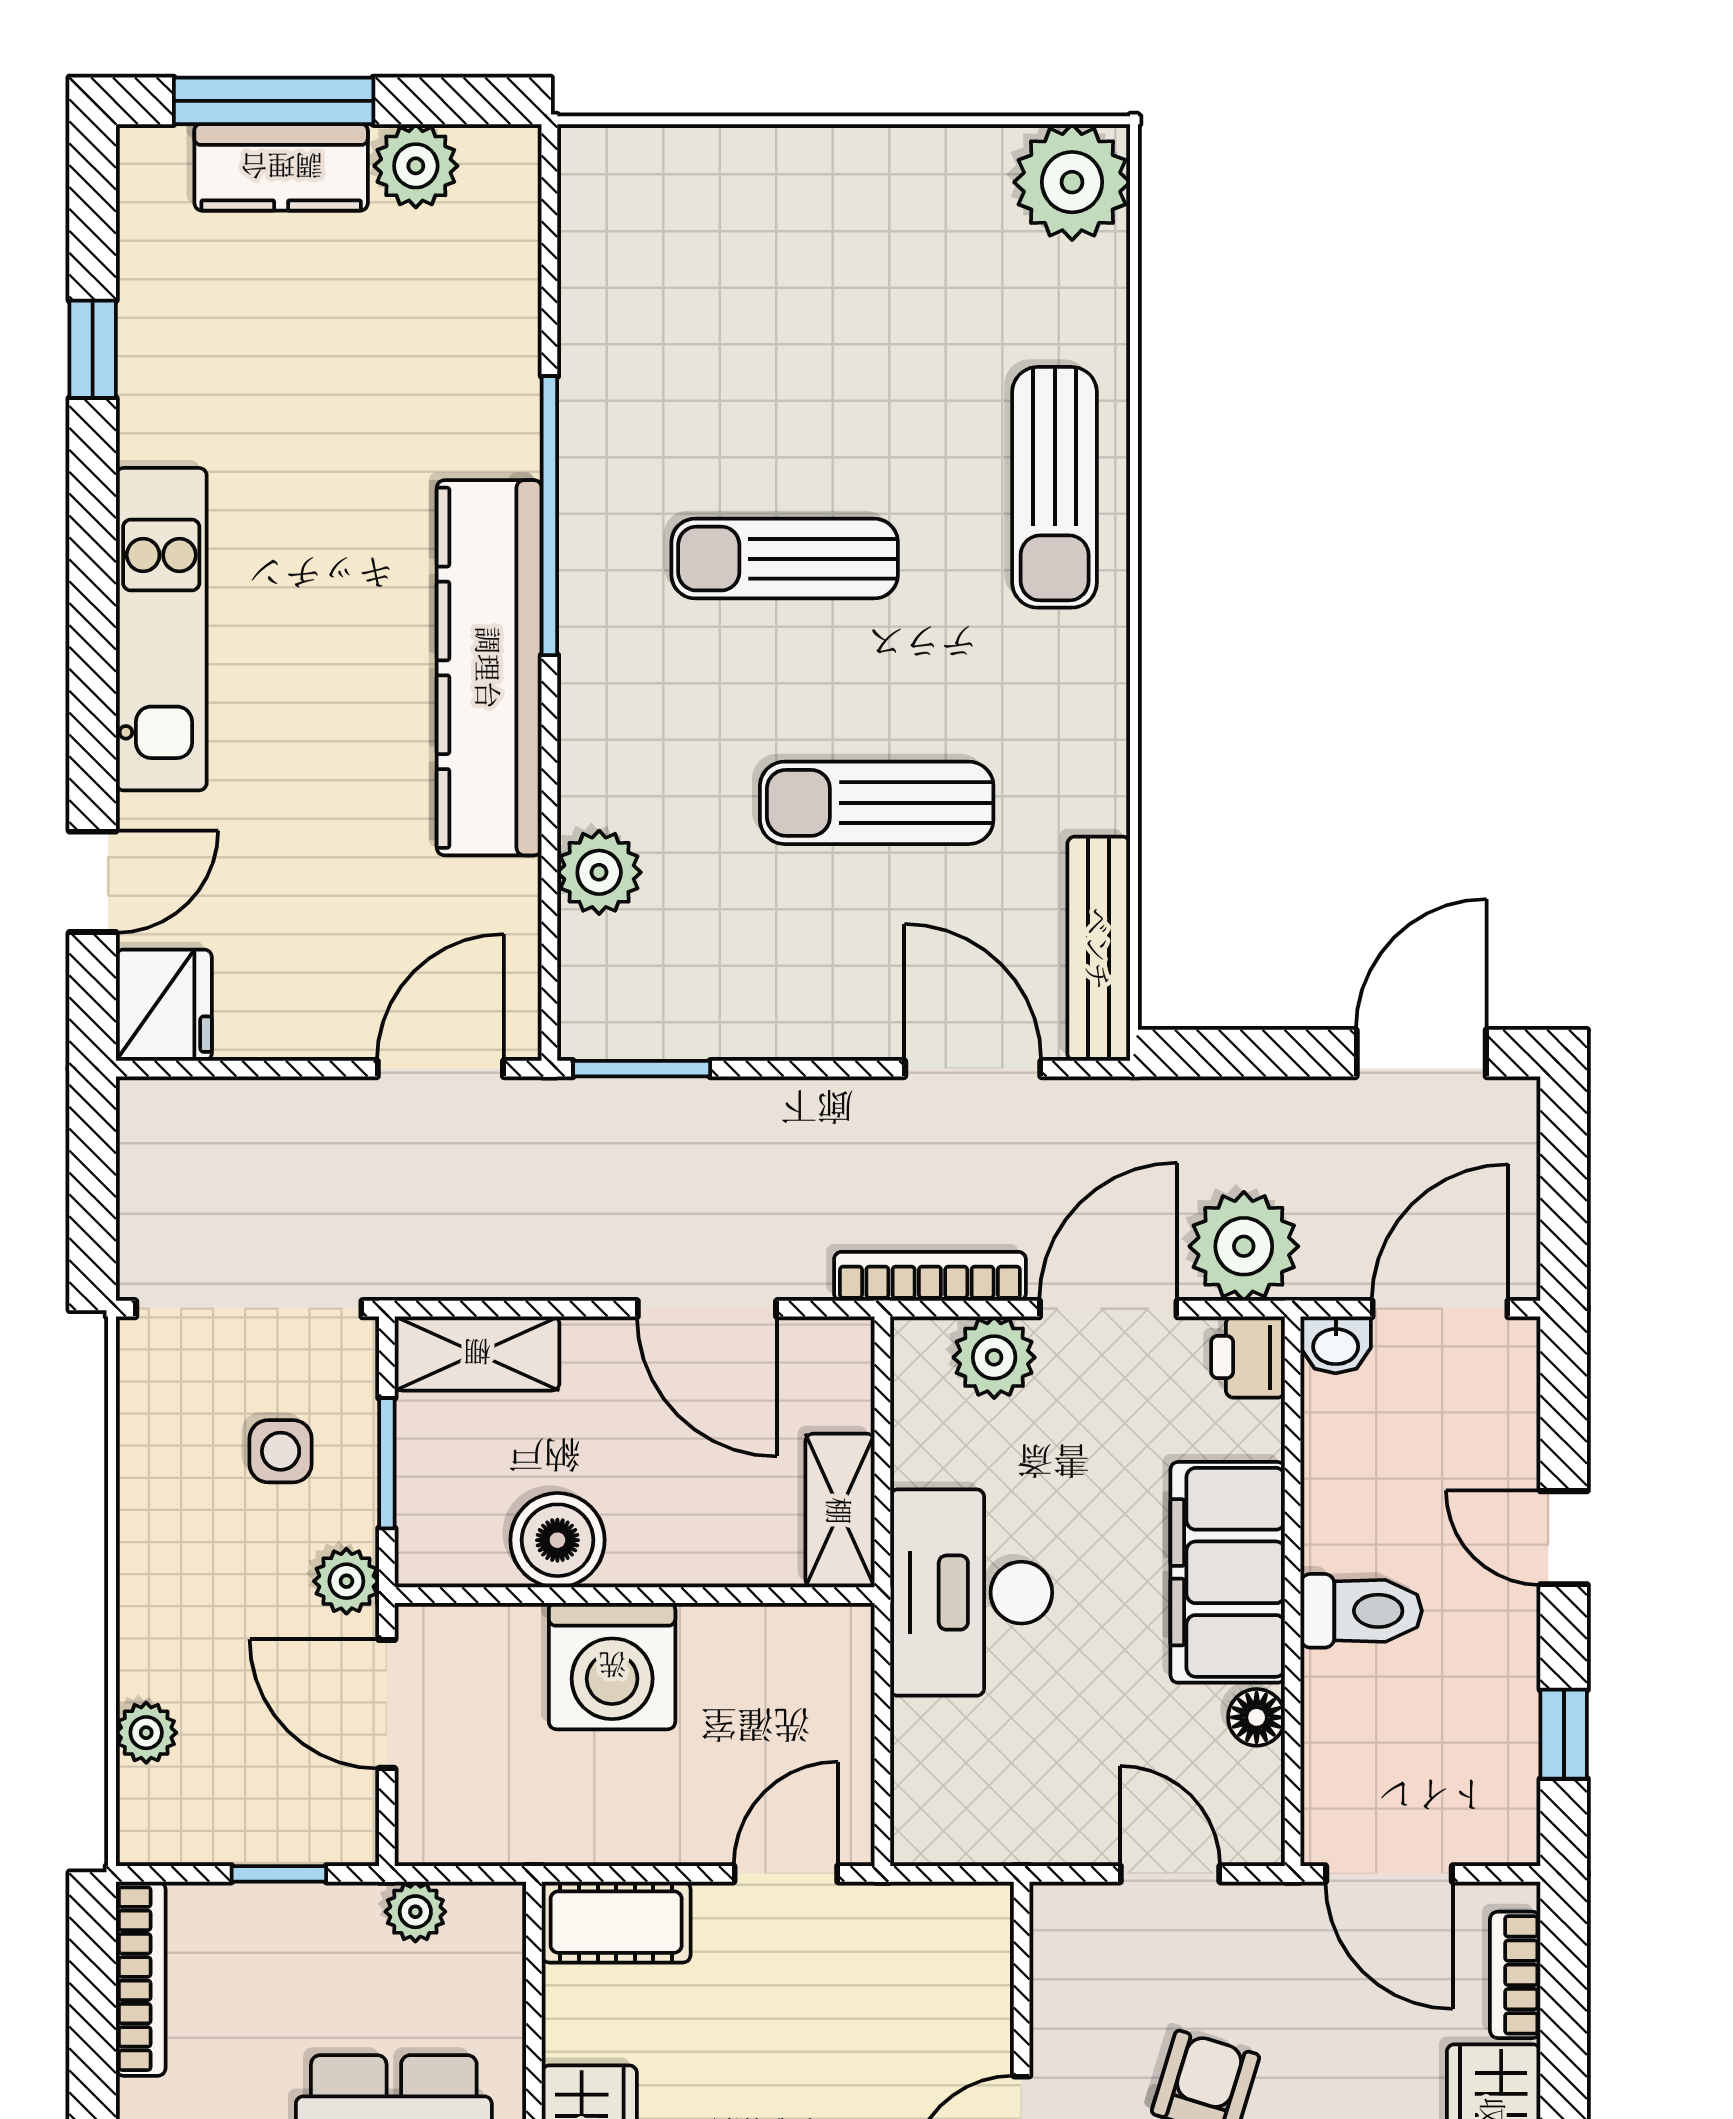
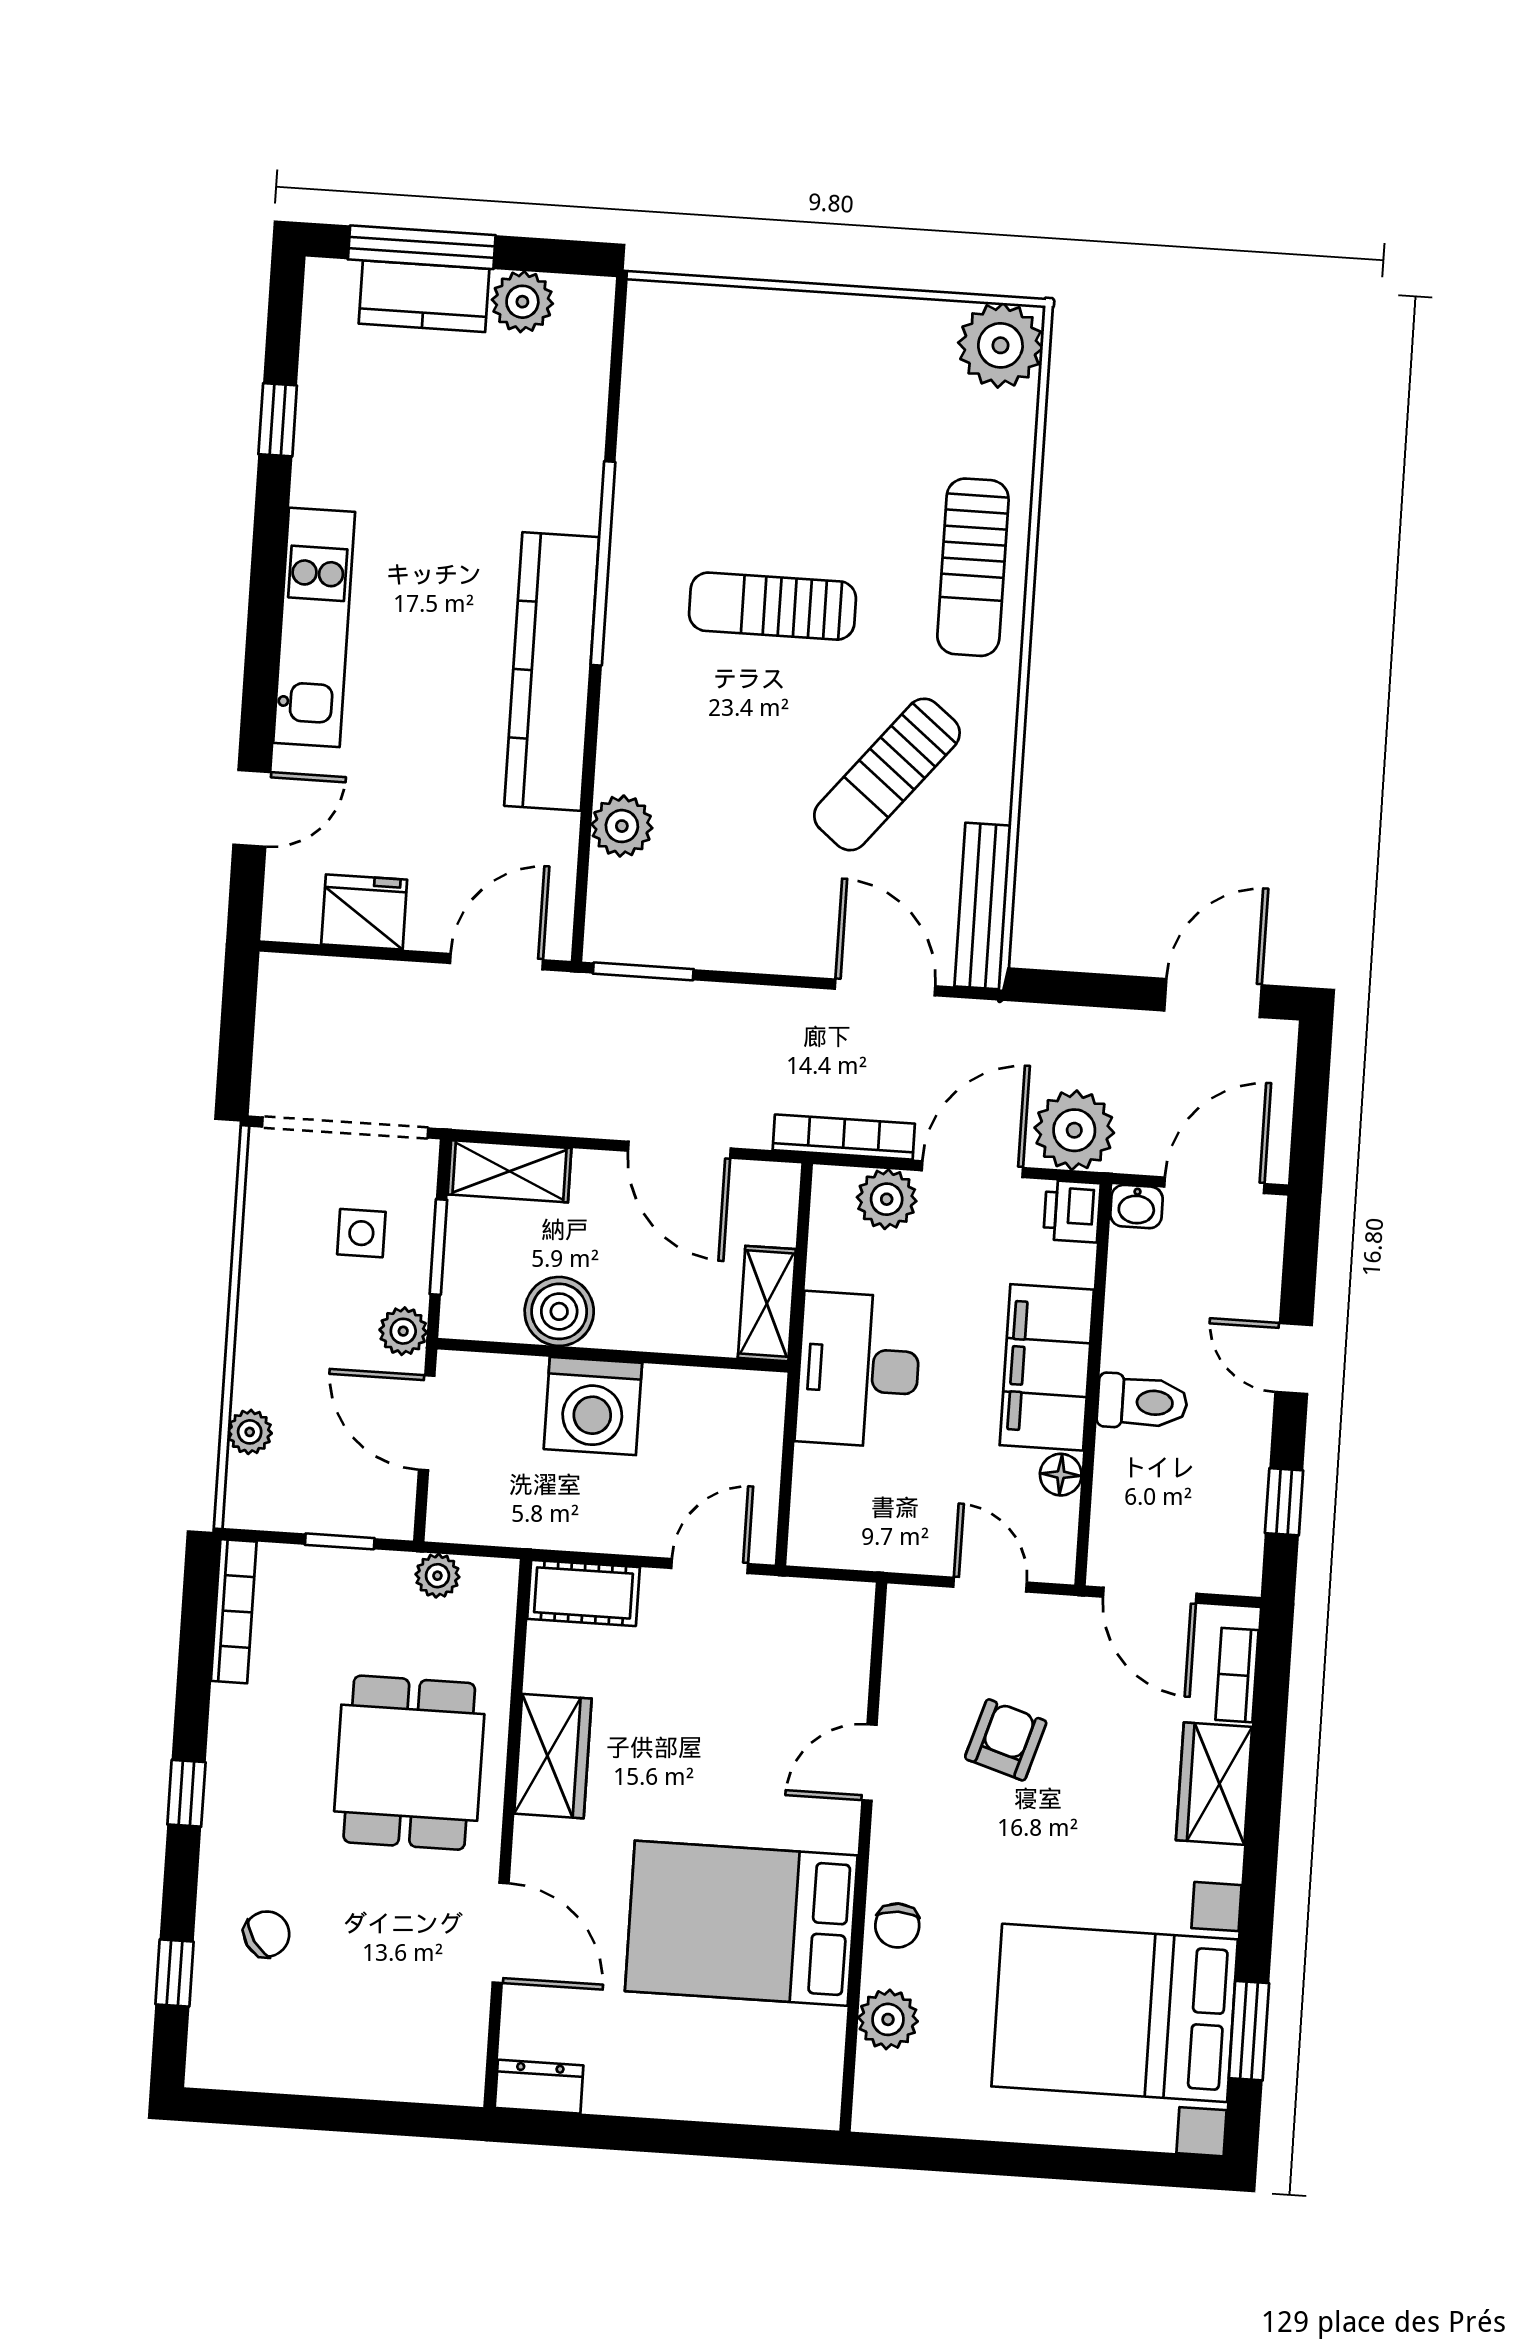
sun lounger: (877, 803) -> (887, 774), moved, turned -51
fridge: (164, 1005) -> (364, 912), moved, turned -90

